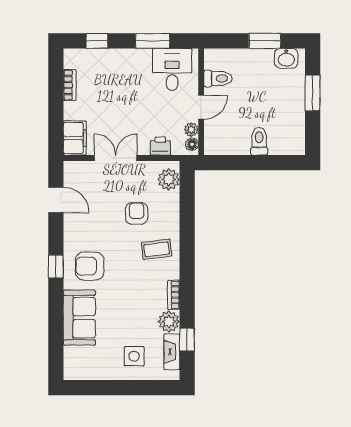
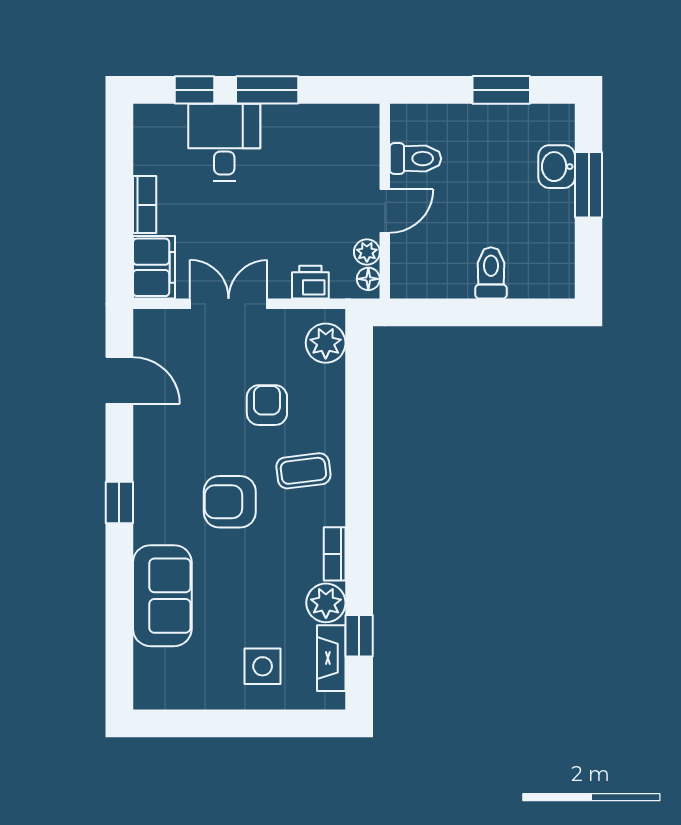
window: (153, 41) -> (267, 90), moved
washbasin: (286, 58) -> (557, 167), moved, turned 90
desk: (172, 70) -> (224, 142), moved
bookcase: (70, 85) -> (145, 205), moved
armchair: (90, 266) -> (230, 502), moved

